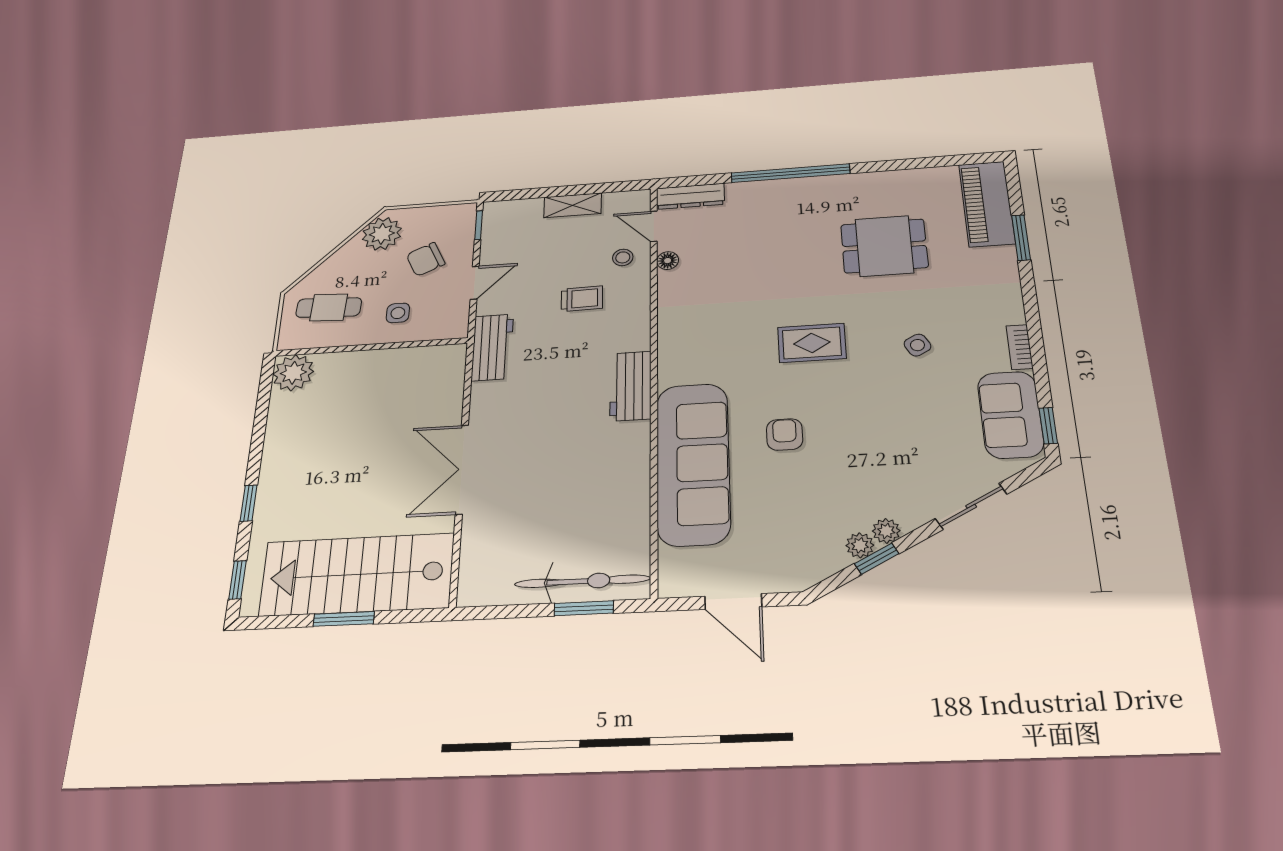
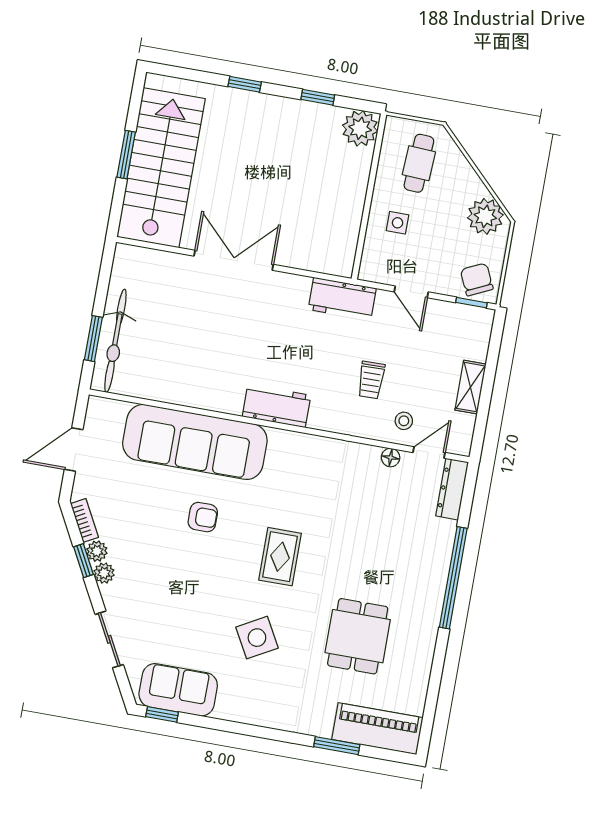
chair: (426, 259) -> (477, 279), moved
side table: (917, 345) -> (257, 638), width x1.87, depth x1.87
bookcase: (1020, 347) -> (84, 520), moved, turned 62
window: (237, 580) -> (318, 97), moved

